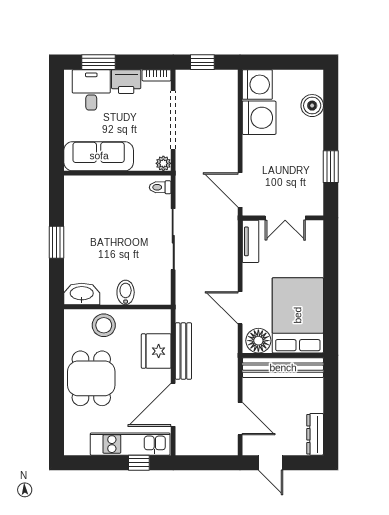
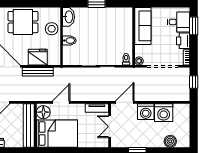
washing machine: (257, 85) -> (146, 112), moved

